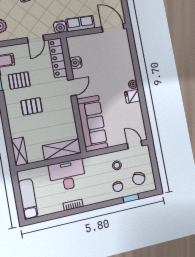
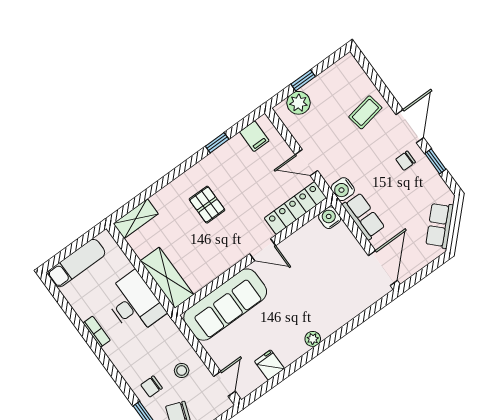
water cooler: (76, 63) -> (330, 218), moved
pallet: (19, 80) -> (235, 169), removed
fridge: (132, 96) -> (269, 365), moved

